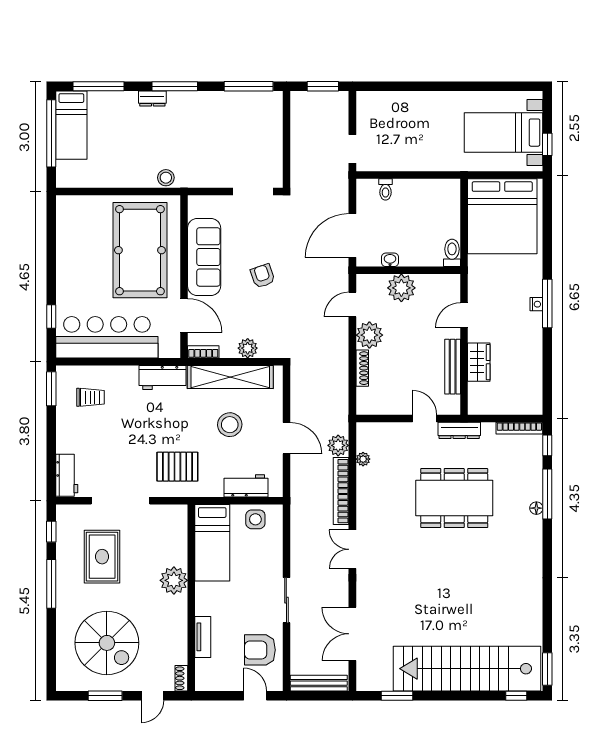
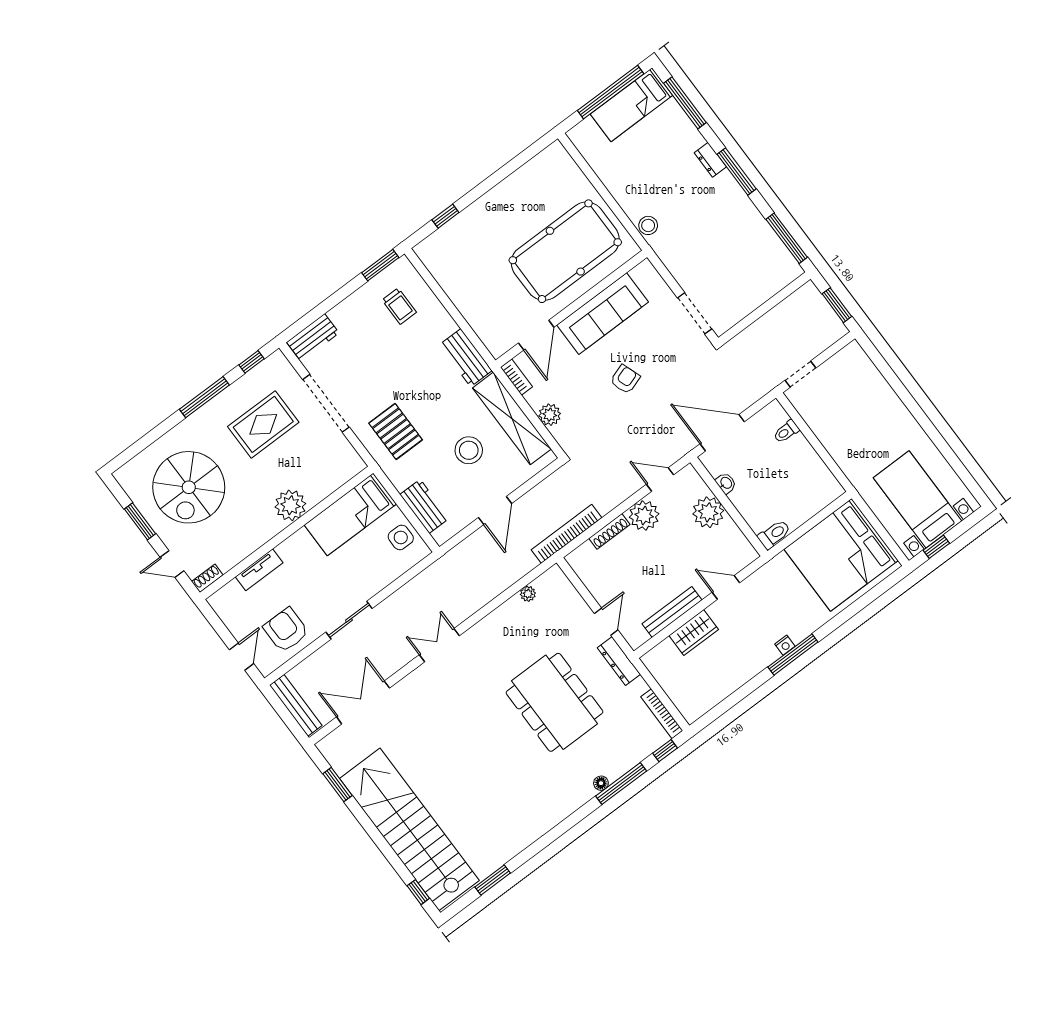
bar counter: (107, 337) -> (464, 280), removed
plant: (338, 445) -> (523, 562), removed
bookcase: (341, 491) -> (566, 534), moved
window: (547, 669) -> (493, 880), moved

